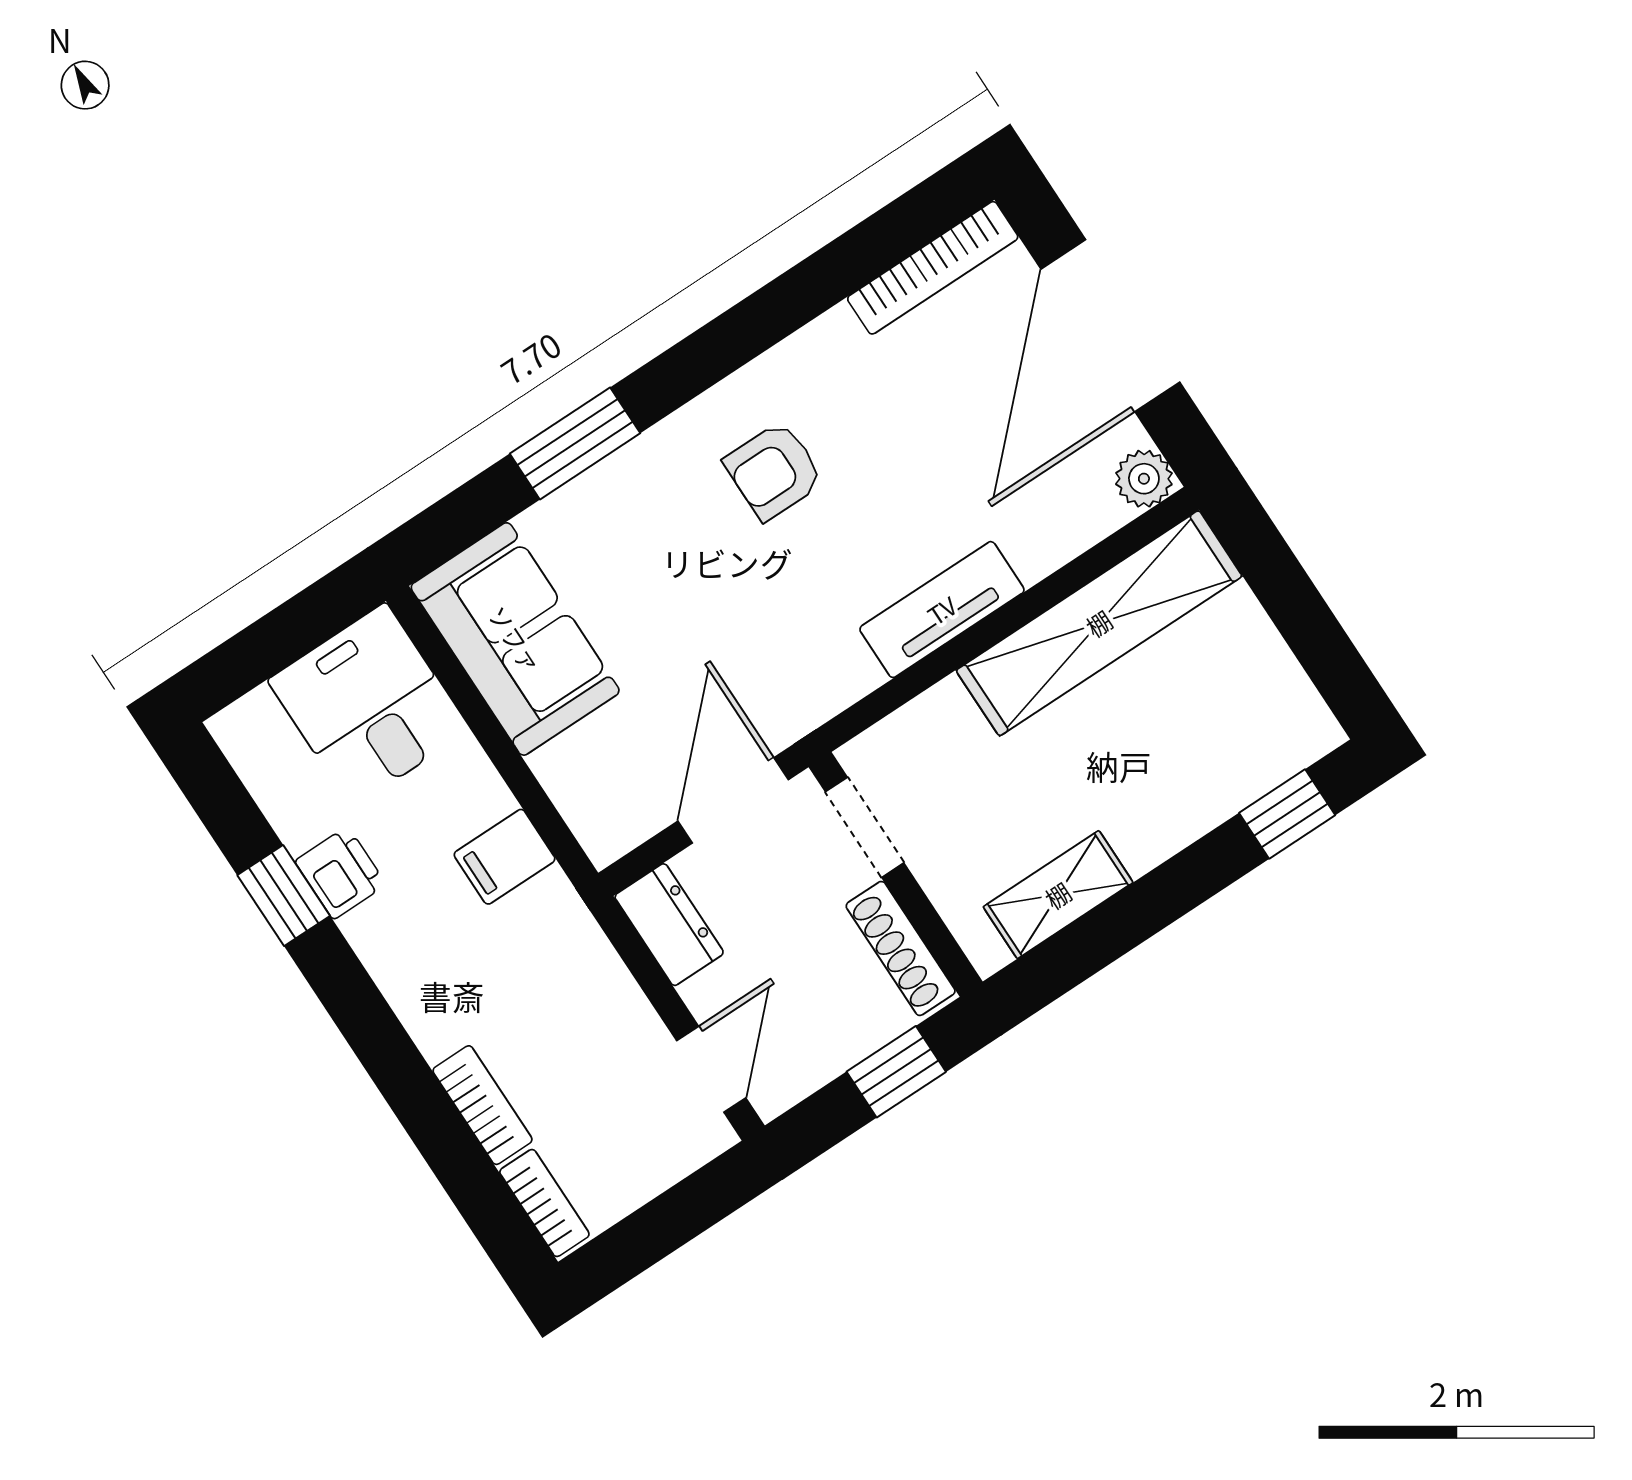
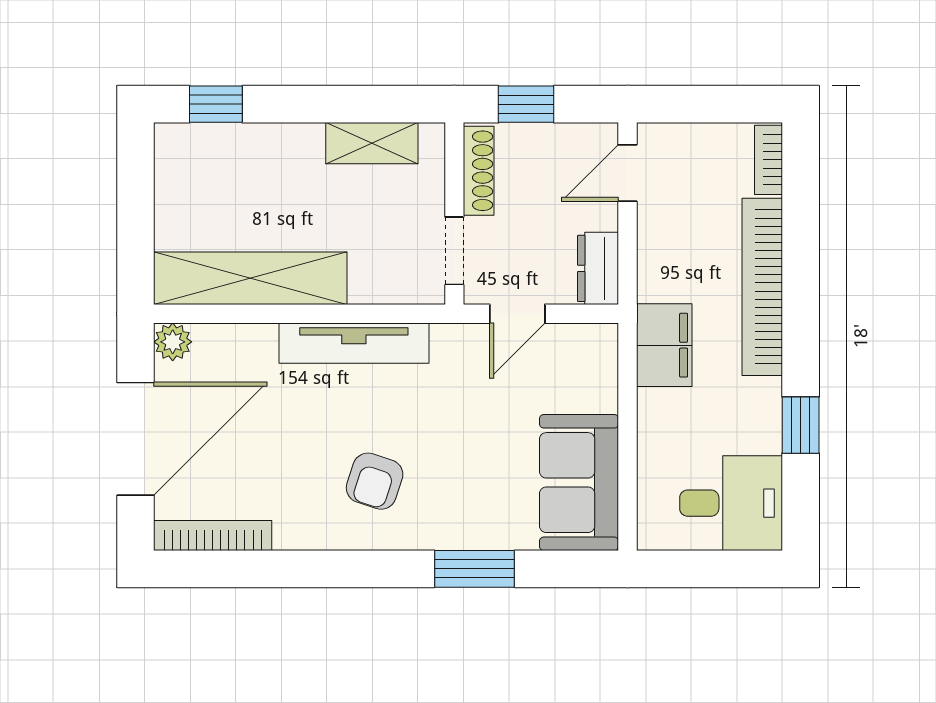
armchair: (774, 471) -> (375, 481), turned 108
tv unit: (942, 610) -> (354, 343), width x1.41
desk: (369, 705) -> (731, 503), moved, turned -90
door: (733, 800) -> (517, 314), width x0.73
filing cabinet: (505, 857) -> (664, 345), width x2.00
printer: (340, 873) -> (761, 417), removed
bookcase: (483, 1105) -> (762, 287), width x2.31, depth x1.31

